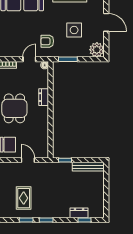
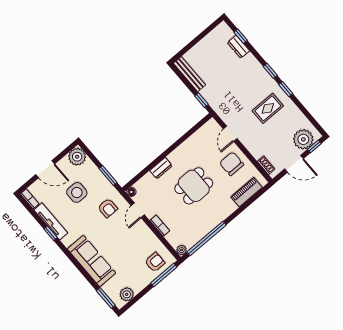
door: (106, 22) -> (45, 169), swing flipped
door: (29, 59) -> (138, 210), hinge flipped

